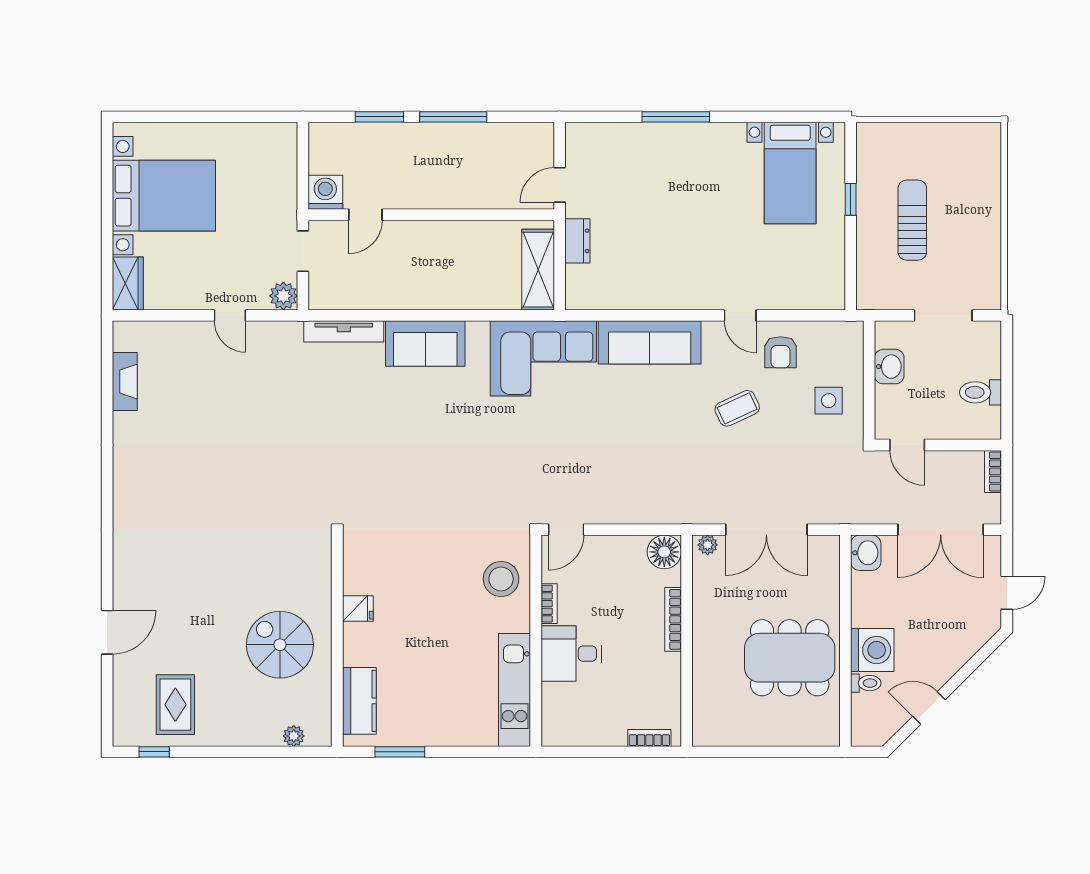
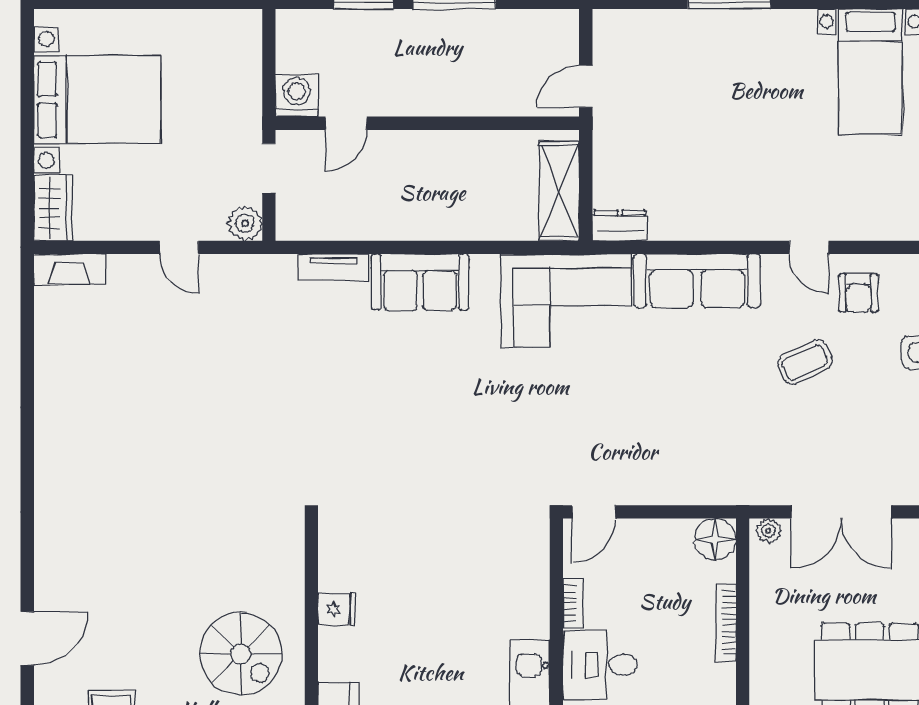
dresser: (577, 241) -> (620, 225), moved, turned -90
tv unit: (344, 331) -> (334, 267), width x0.71
fireplace: (125, 382) -> (70, 269), moved, turned 90
stool: (501, 579) -> (514, 573), removed
spiral stairs: (280, 645) -> (241, 654), turned 180

